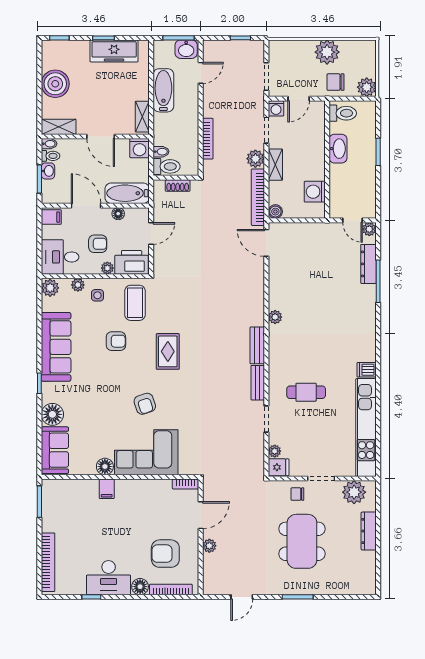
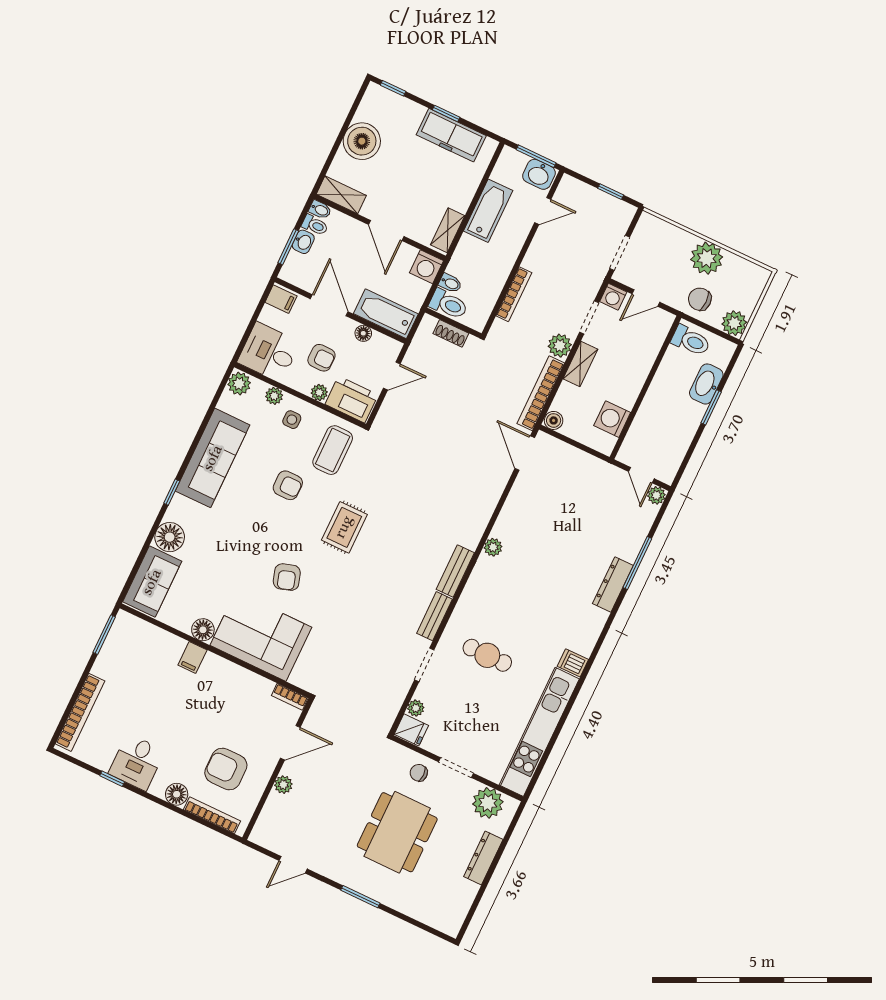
washbasin: (338, 149) -> (706, 384), moved, turned 180
dresser: (368, 264) -> (613, 585), moved
desk: (109, 578) -> (137, 762), width x0.73

